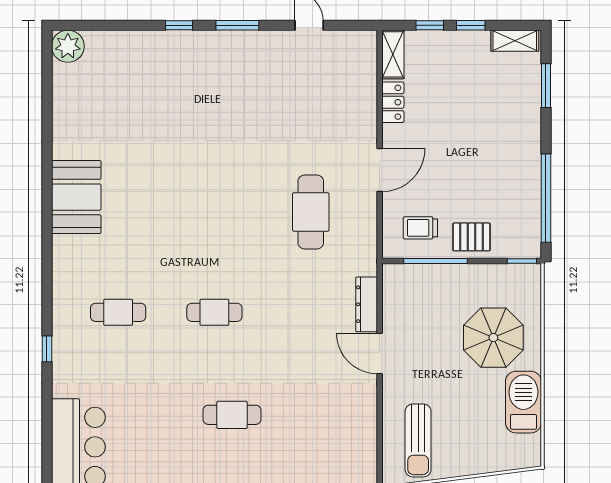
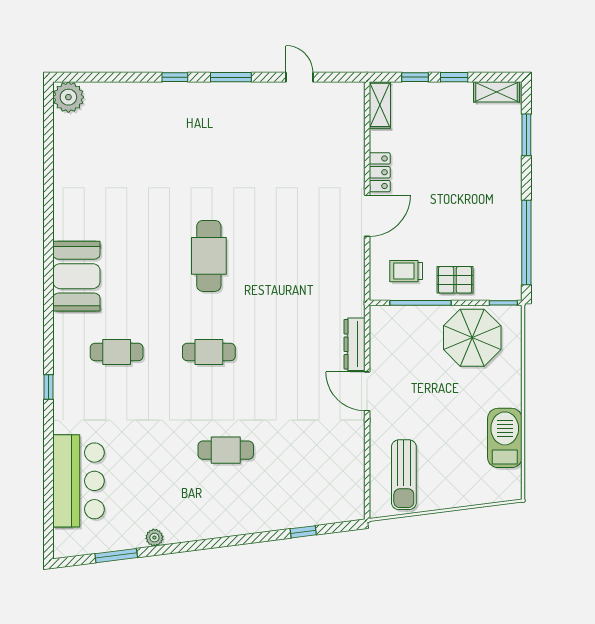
locker: (393, 102) -> (380, 172), moved
booth: (76, 197) -> (76, 276), moved
cafe table: (311, 212) -> (209, 256), moved
parasol: (493, 338) -> (472, 338), moved

